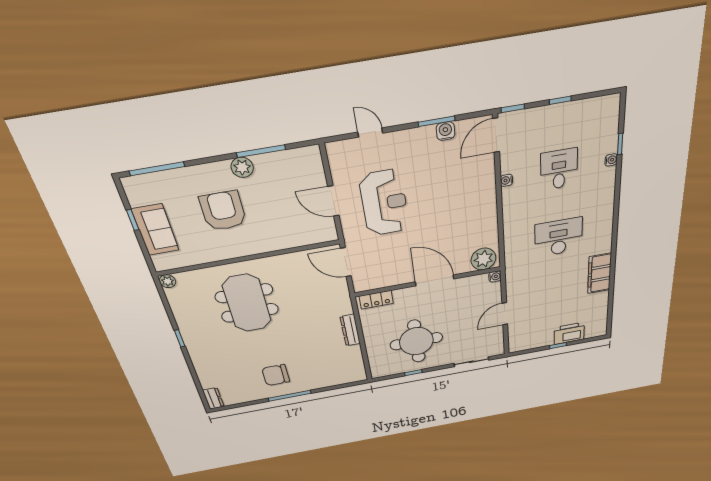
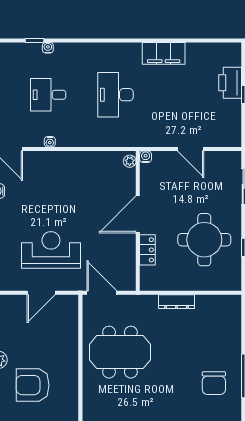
plant: (483, 259) -> (130, 161), width x0.53, depth x0.53
door: (346, 262) -> (102, 293), swing flipped
locker: (376, 300) -> (147, 250), moved
meeting table: (247, 303) -> (120, 352), moved

